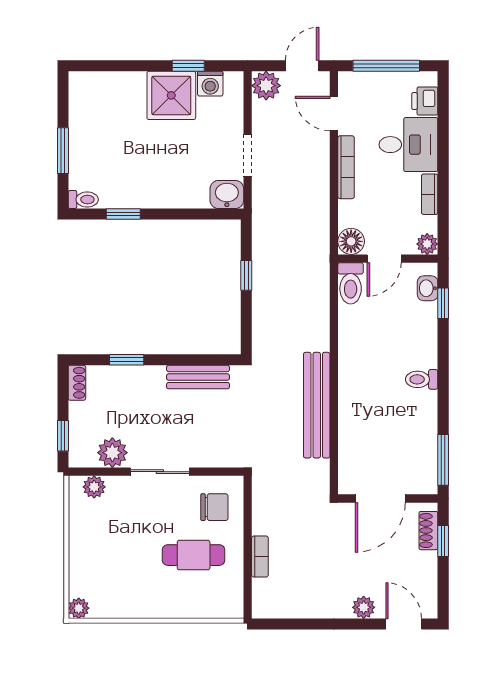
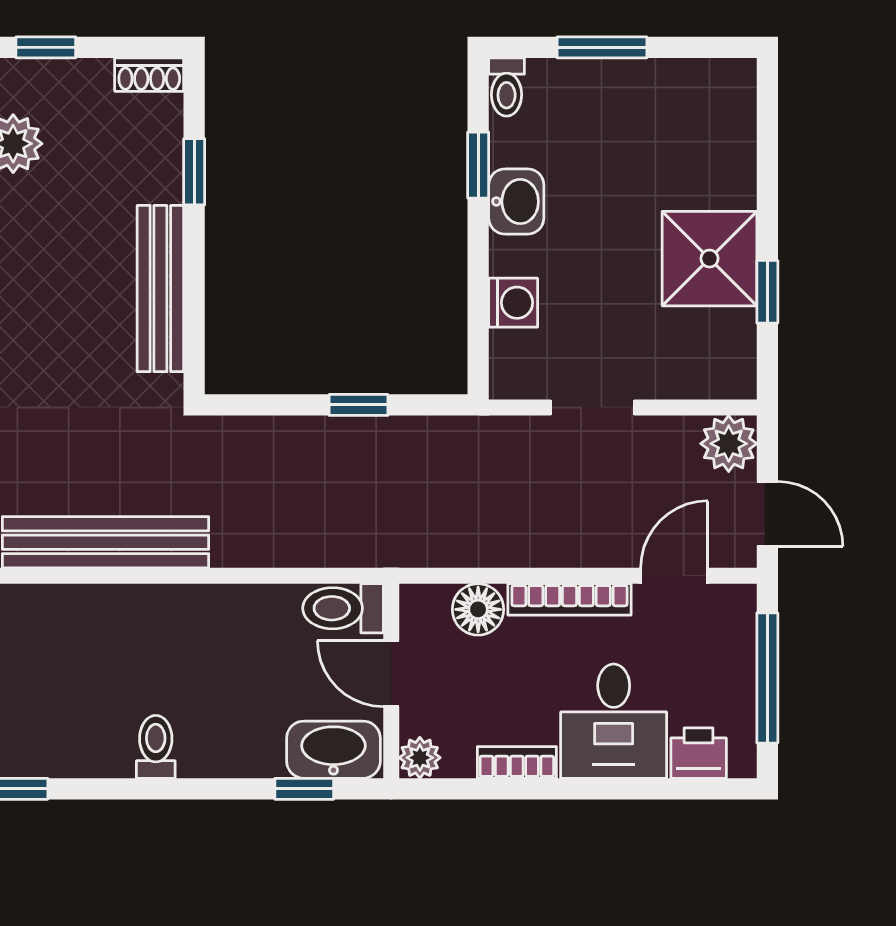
washing machine: (210, 84) -> (513, 303), moved, turned 180
washbasin: (227, 194) -> (516, 201), moved
floor lamp: (351, 241) -> (478, 609), moved
washbasin: (428, 288) -> (333, 750), width x1.91, depth x1.45
bench: (198, 377) -> (160, 289), width x1.36

